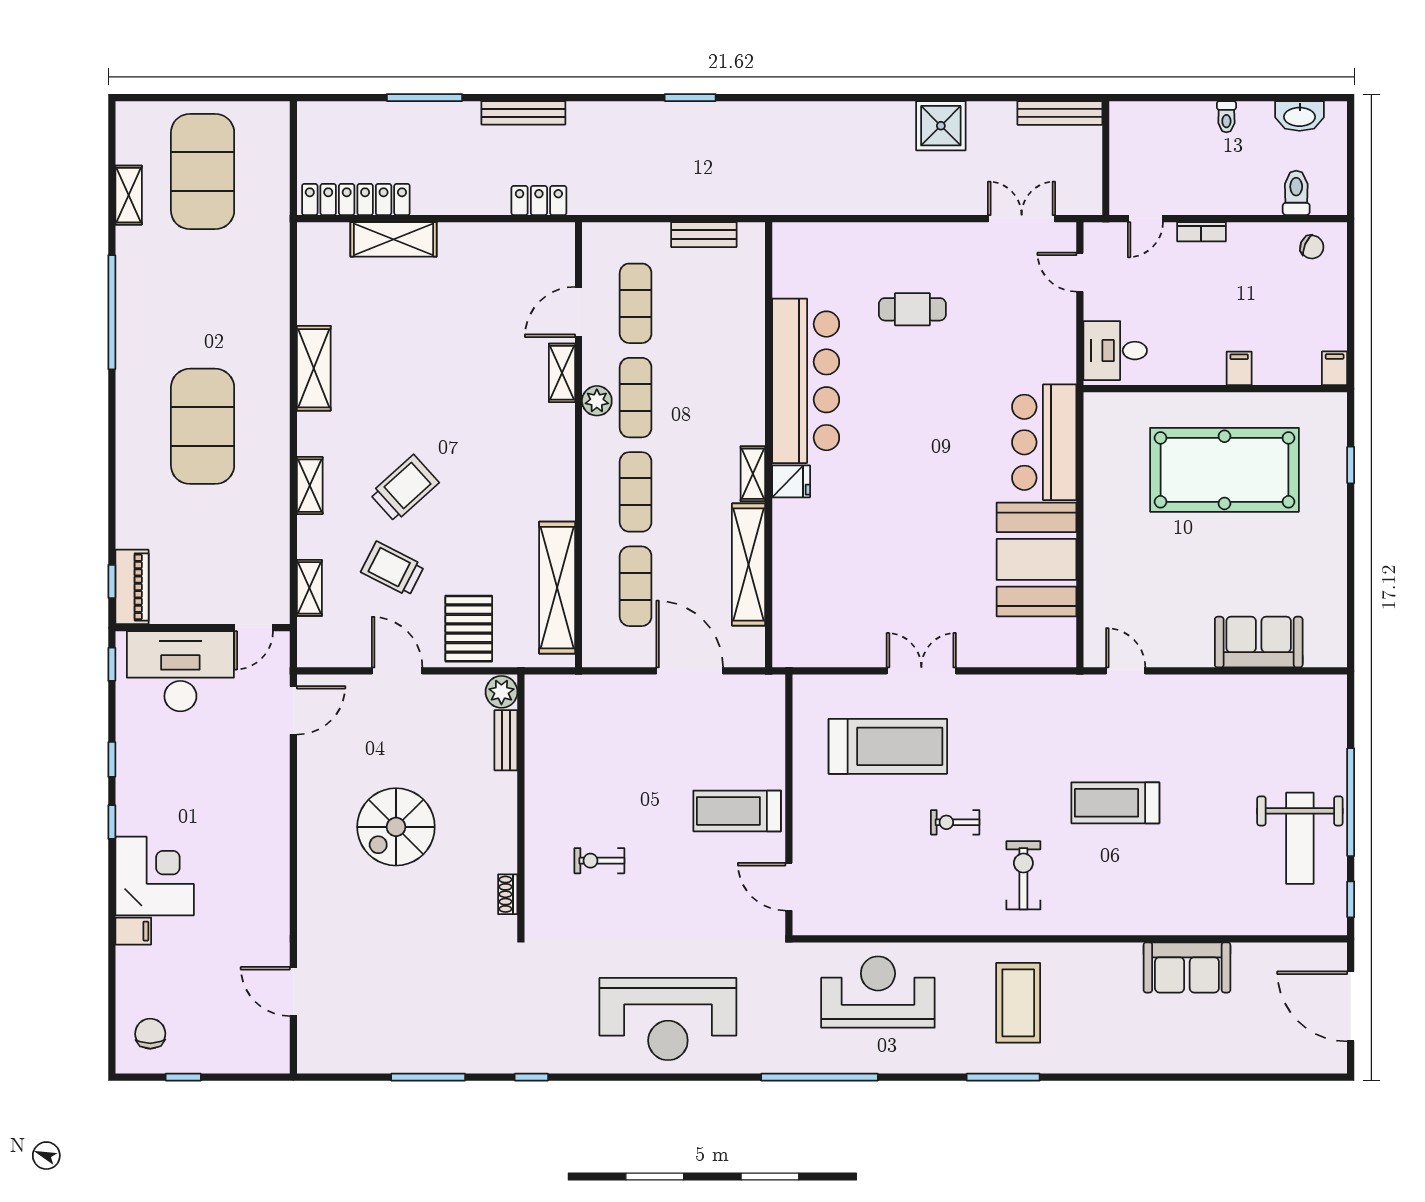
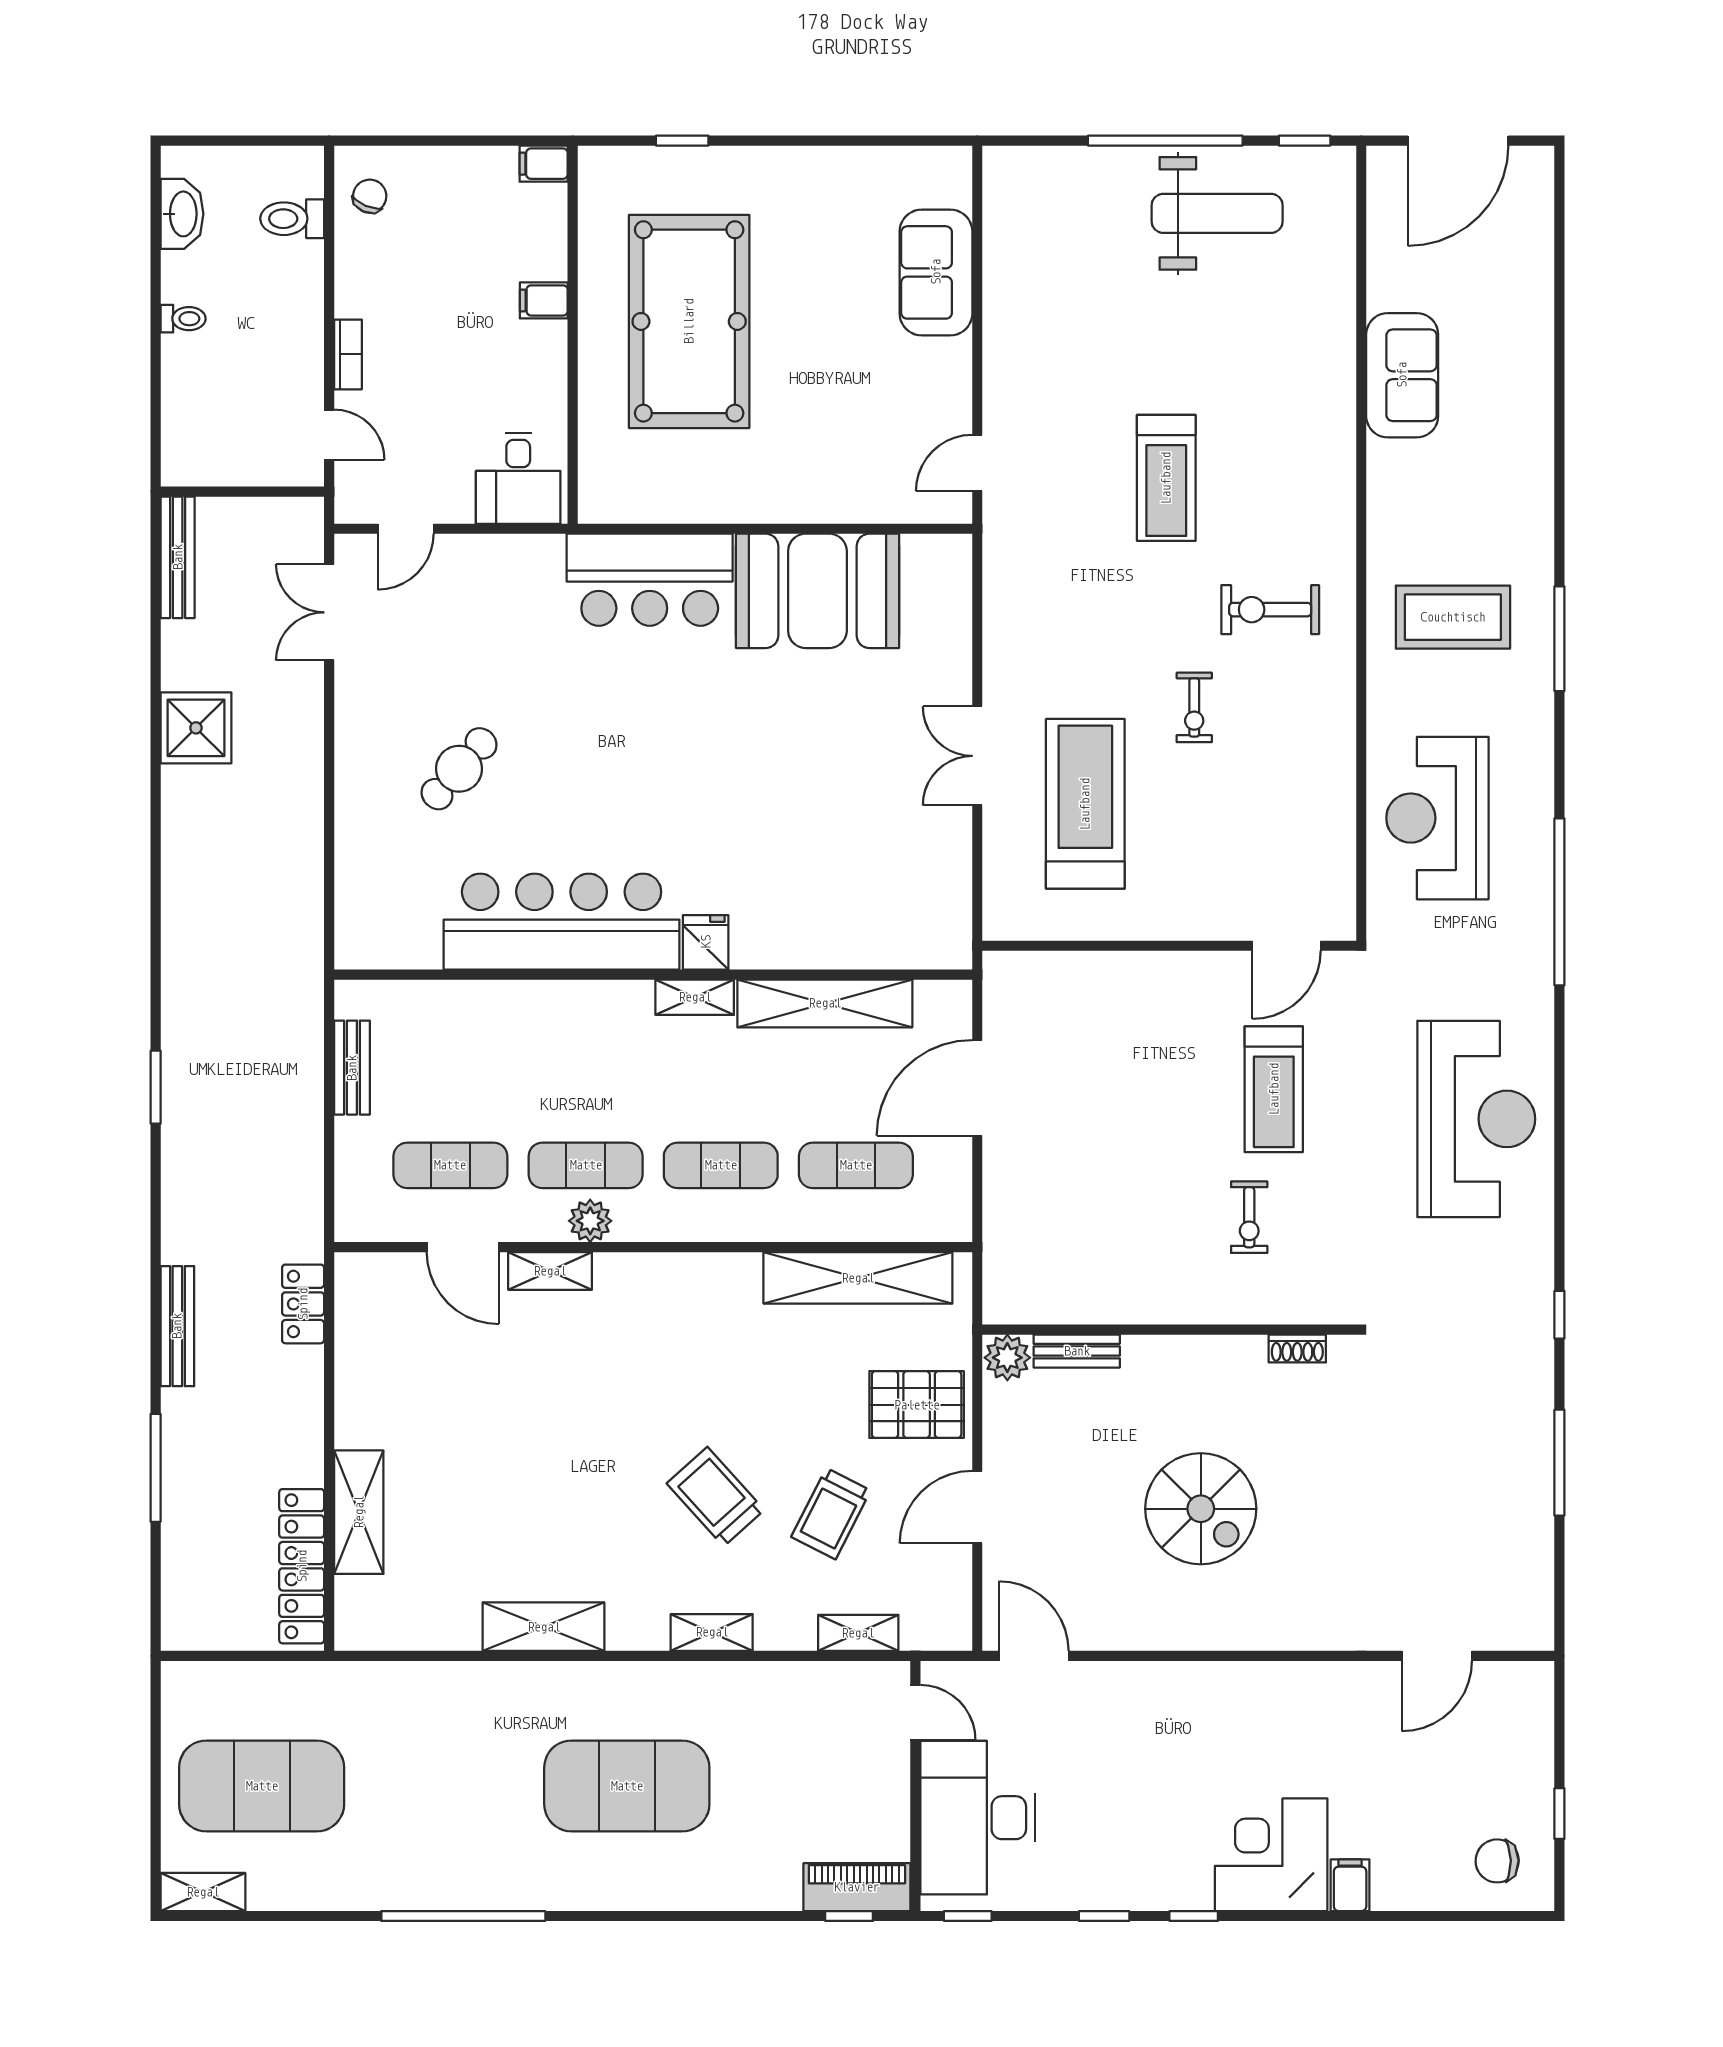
shelving: (129, 195) -> (203, 1892), moved
cafe table: (912, 309) -> (459, 769), turned 41
treadmill: (737, 811) -> (1274, 1089), moved

